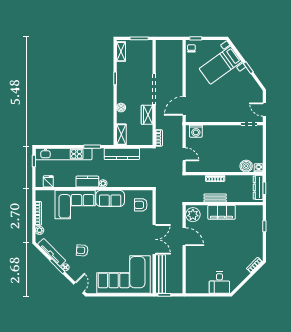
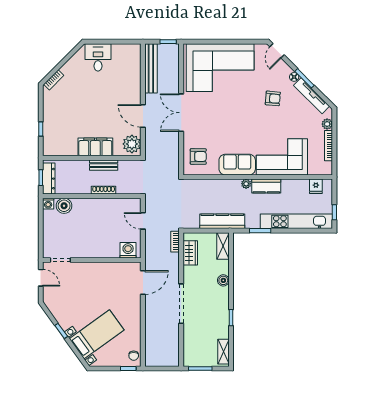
wardrobe: (147, 115) -> (190, 253), moved
bench: (160, 274) -> (151, 68), moved

